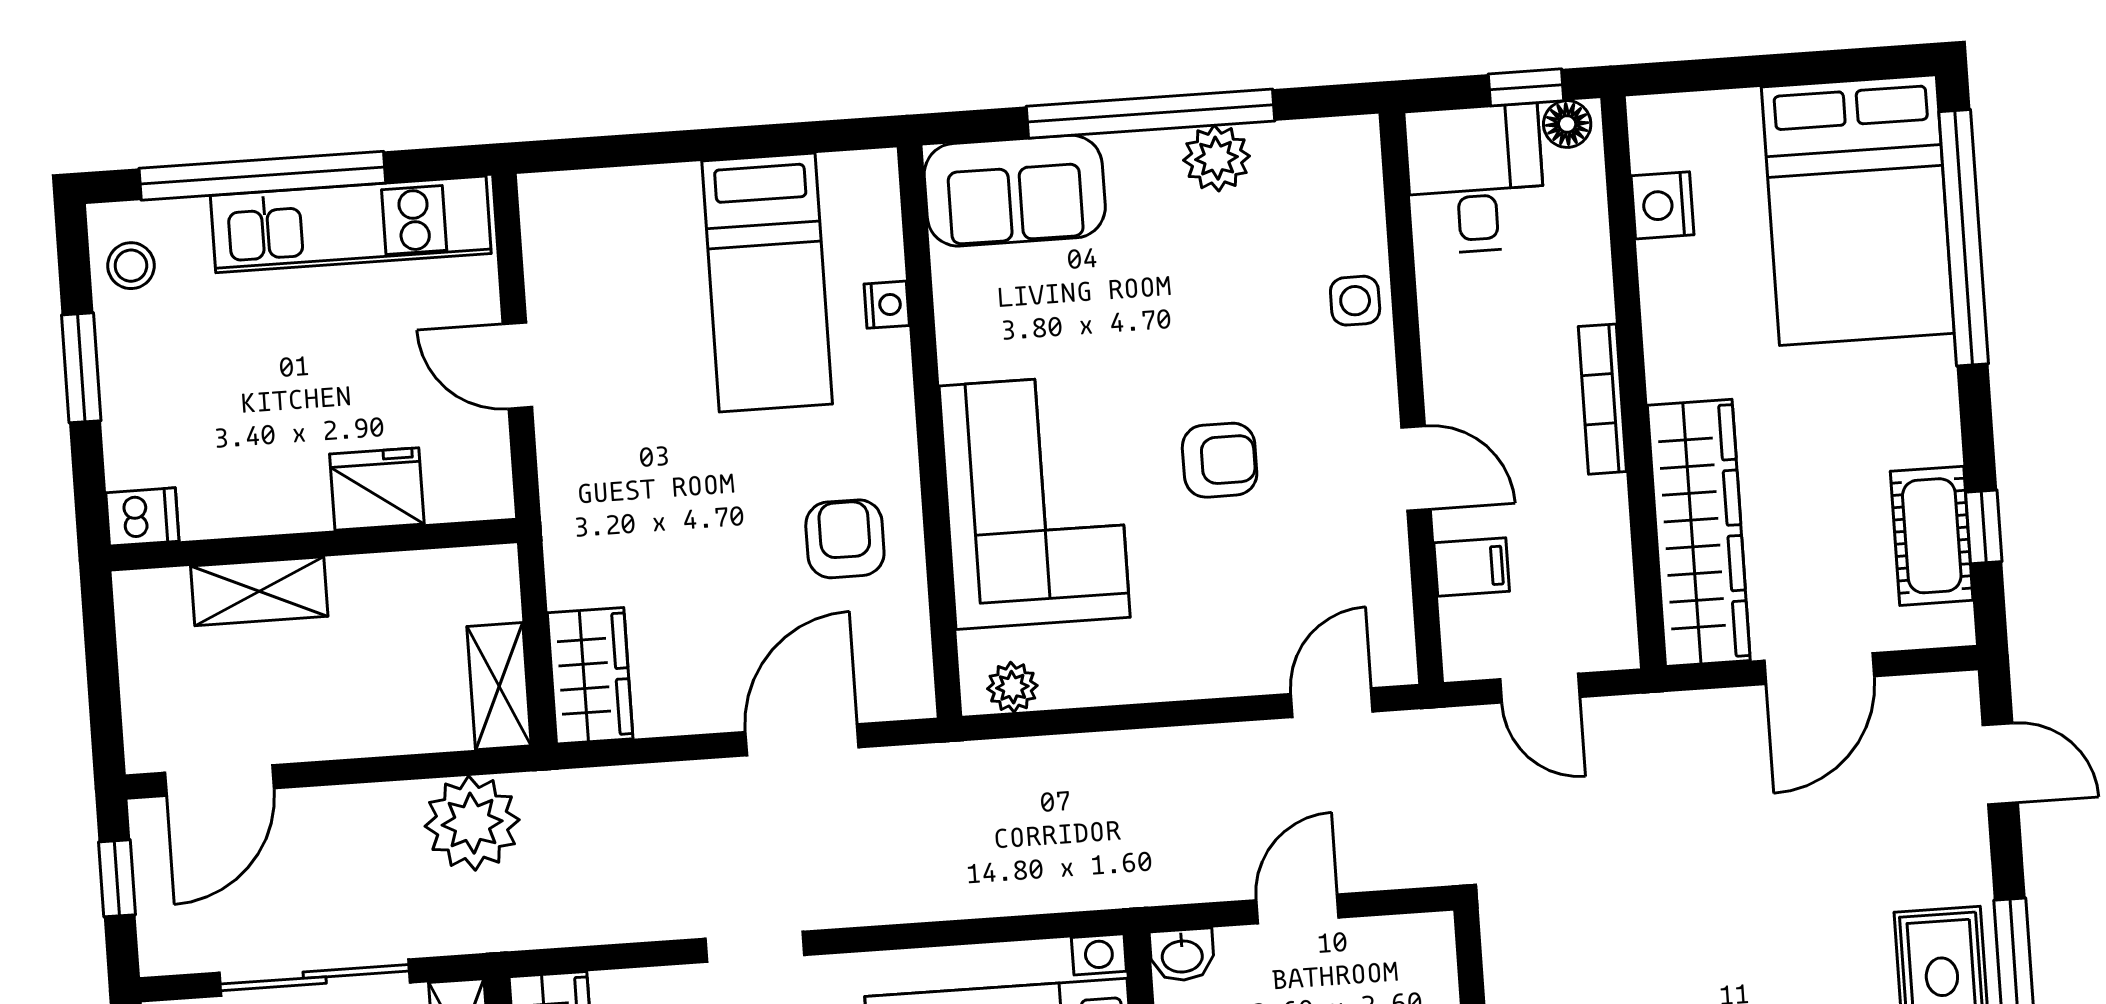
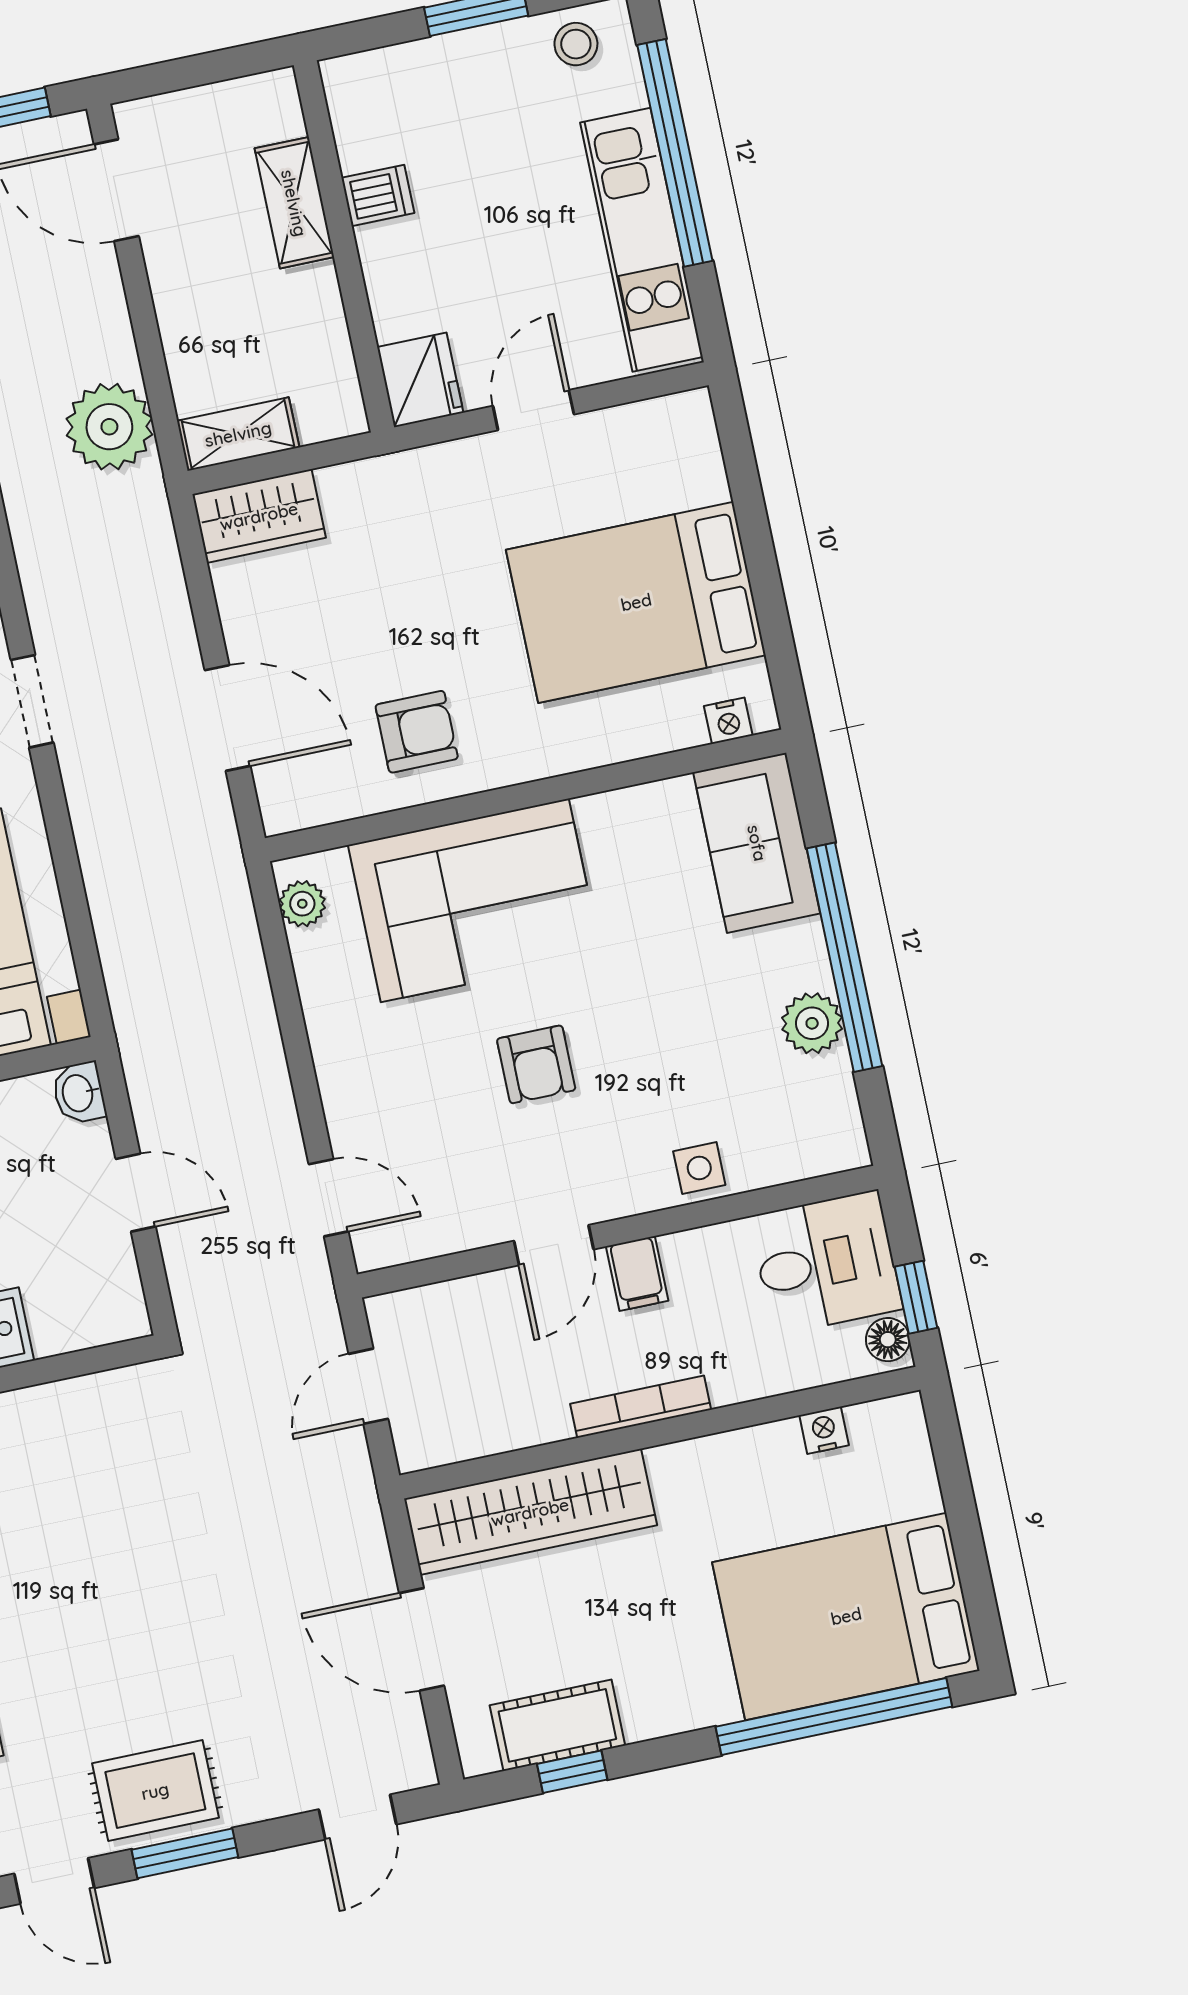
nightstand: (1663, 205) -> (824, 1430), width x0.72, depth x0.74
bed: (767, 283) -> (636, 602), width x1.50
nightstand: (887, 305) -> (728, 721), moved
fridge: (377, 489) -> (420, 380), moved
dishwasher: (142, 517) -> (378, 195), moved, turned -90
filing cabinet: (1472, 567) -> (637, 1273), moved

